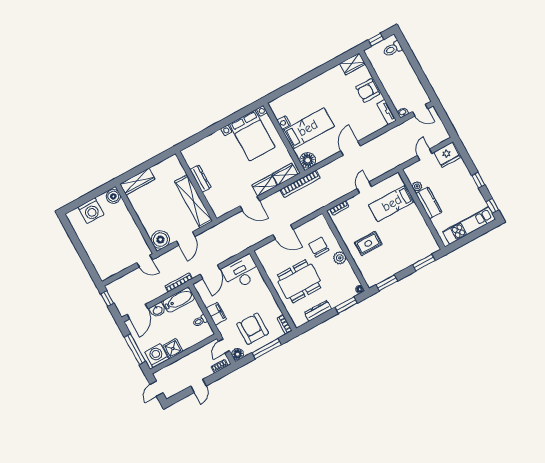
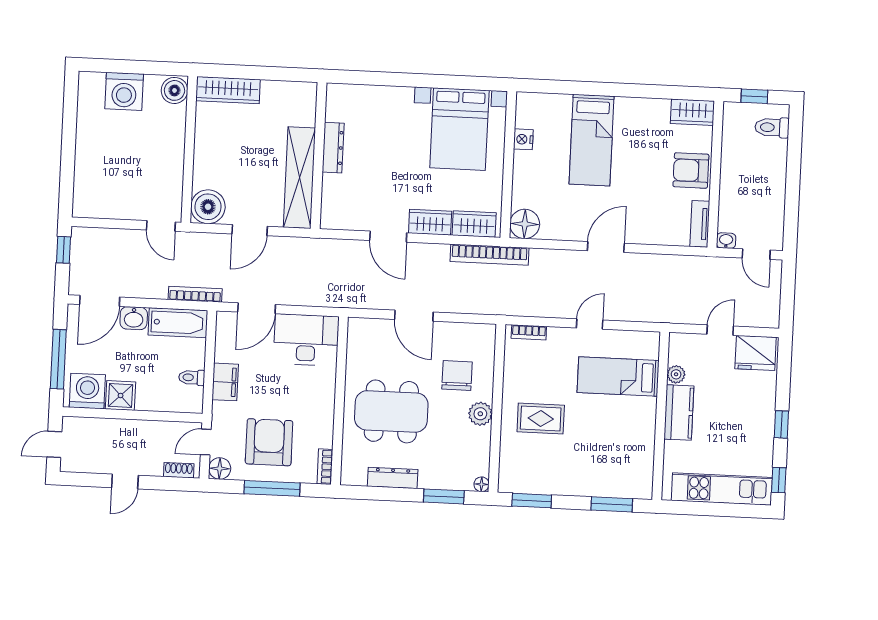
bed: (308, 128) -> (592, 140), moved, turned 90

